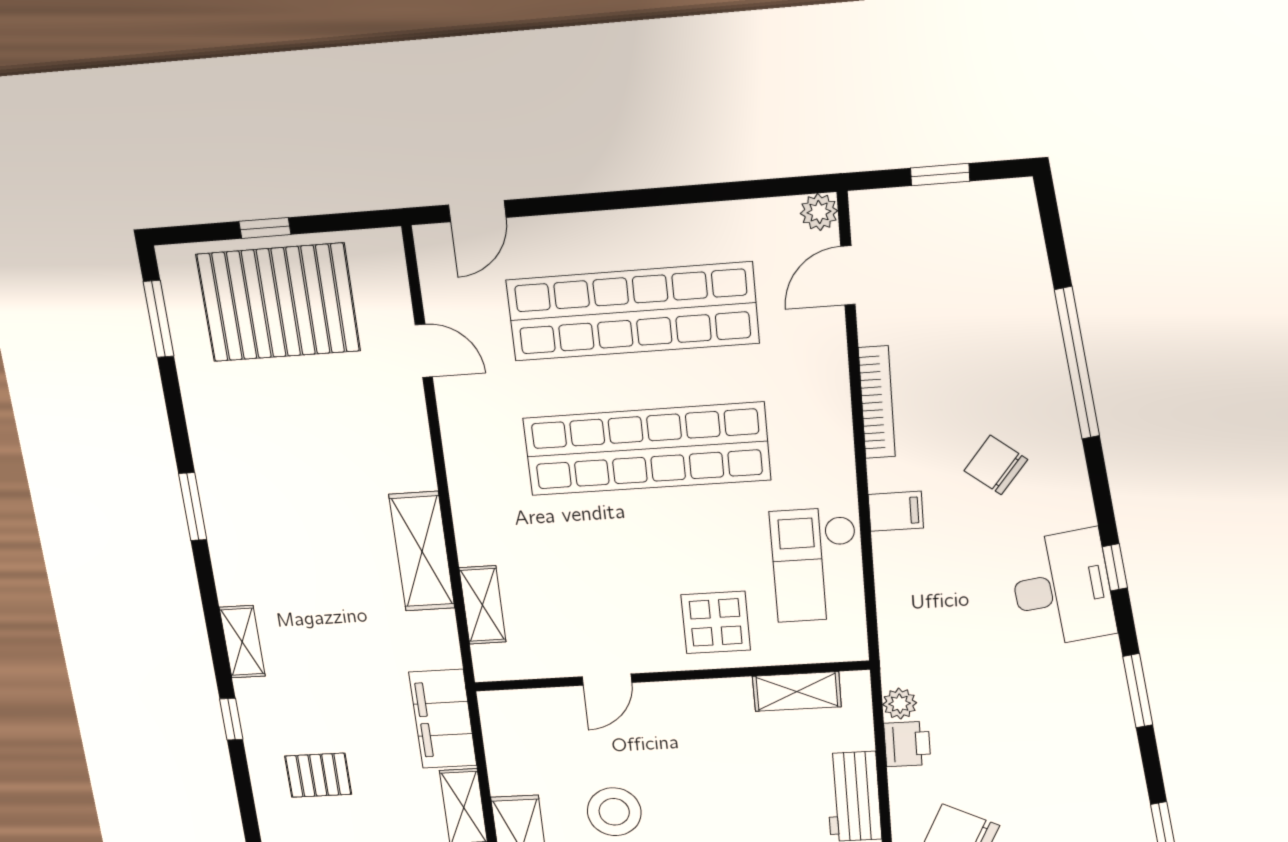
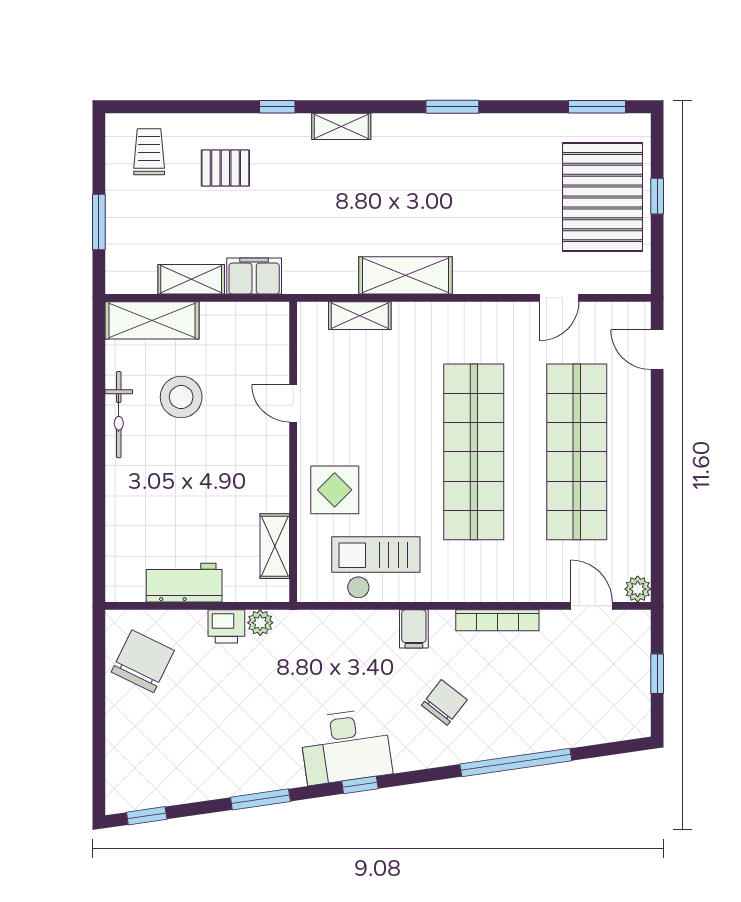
filing cabinet: (443, 719) -> (254, 276), width x0.67, depth x0.86
pallet: (318, 775) -> (225, 168), turned 90

